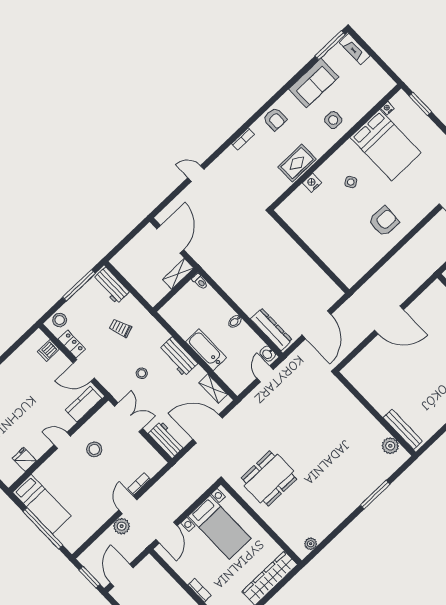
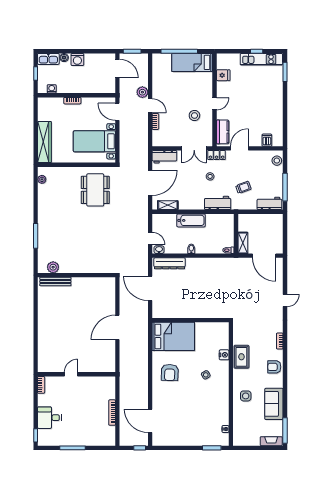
bed: (386, 145) -> (173, 336), moved, turned 180
locker: (72, 344) -> (217, 155), moved
workbench: (178, 357) -> (218, 203), moved

